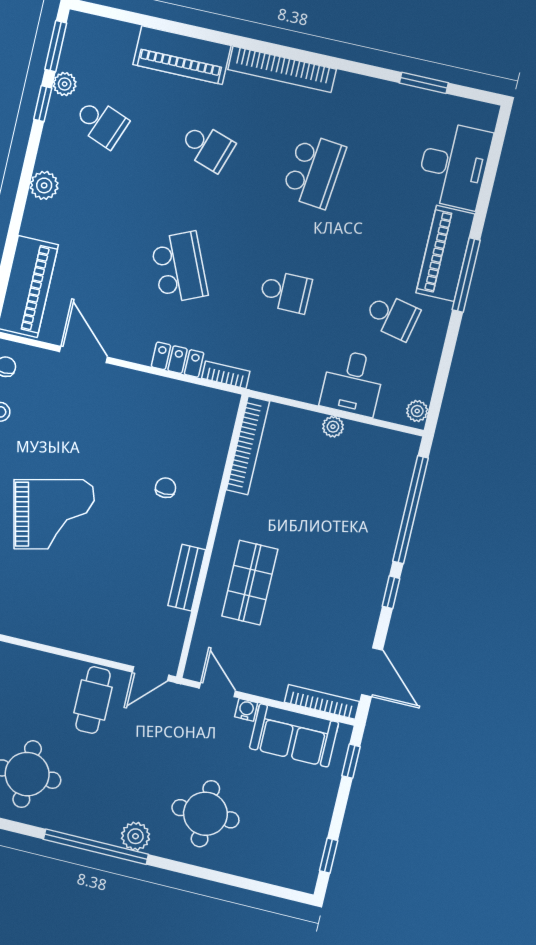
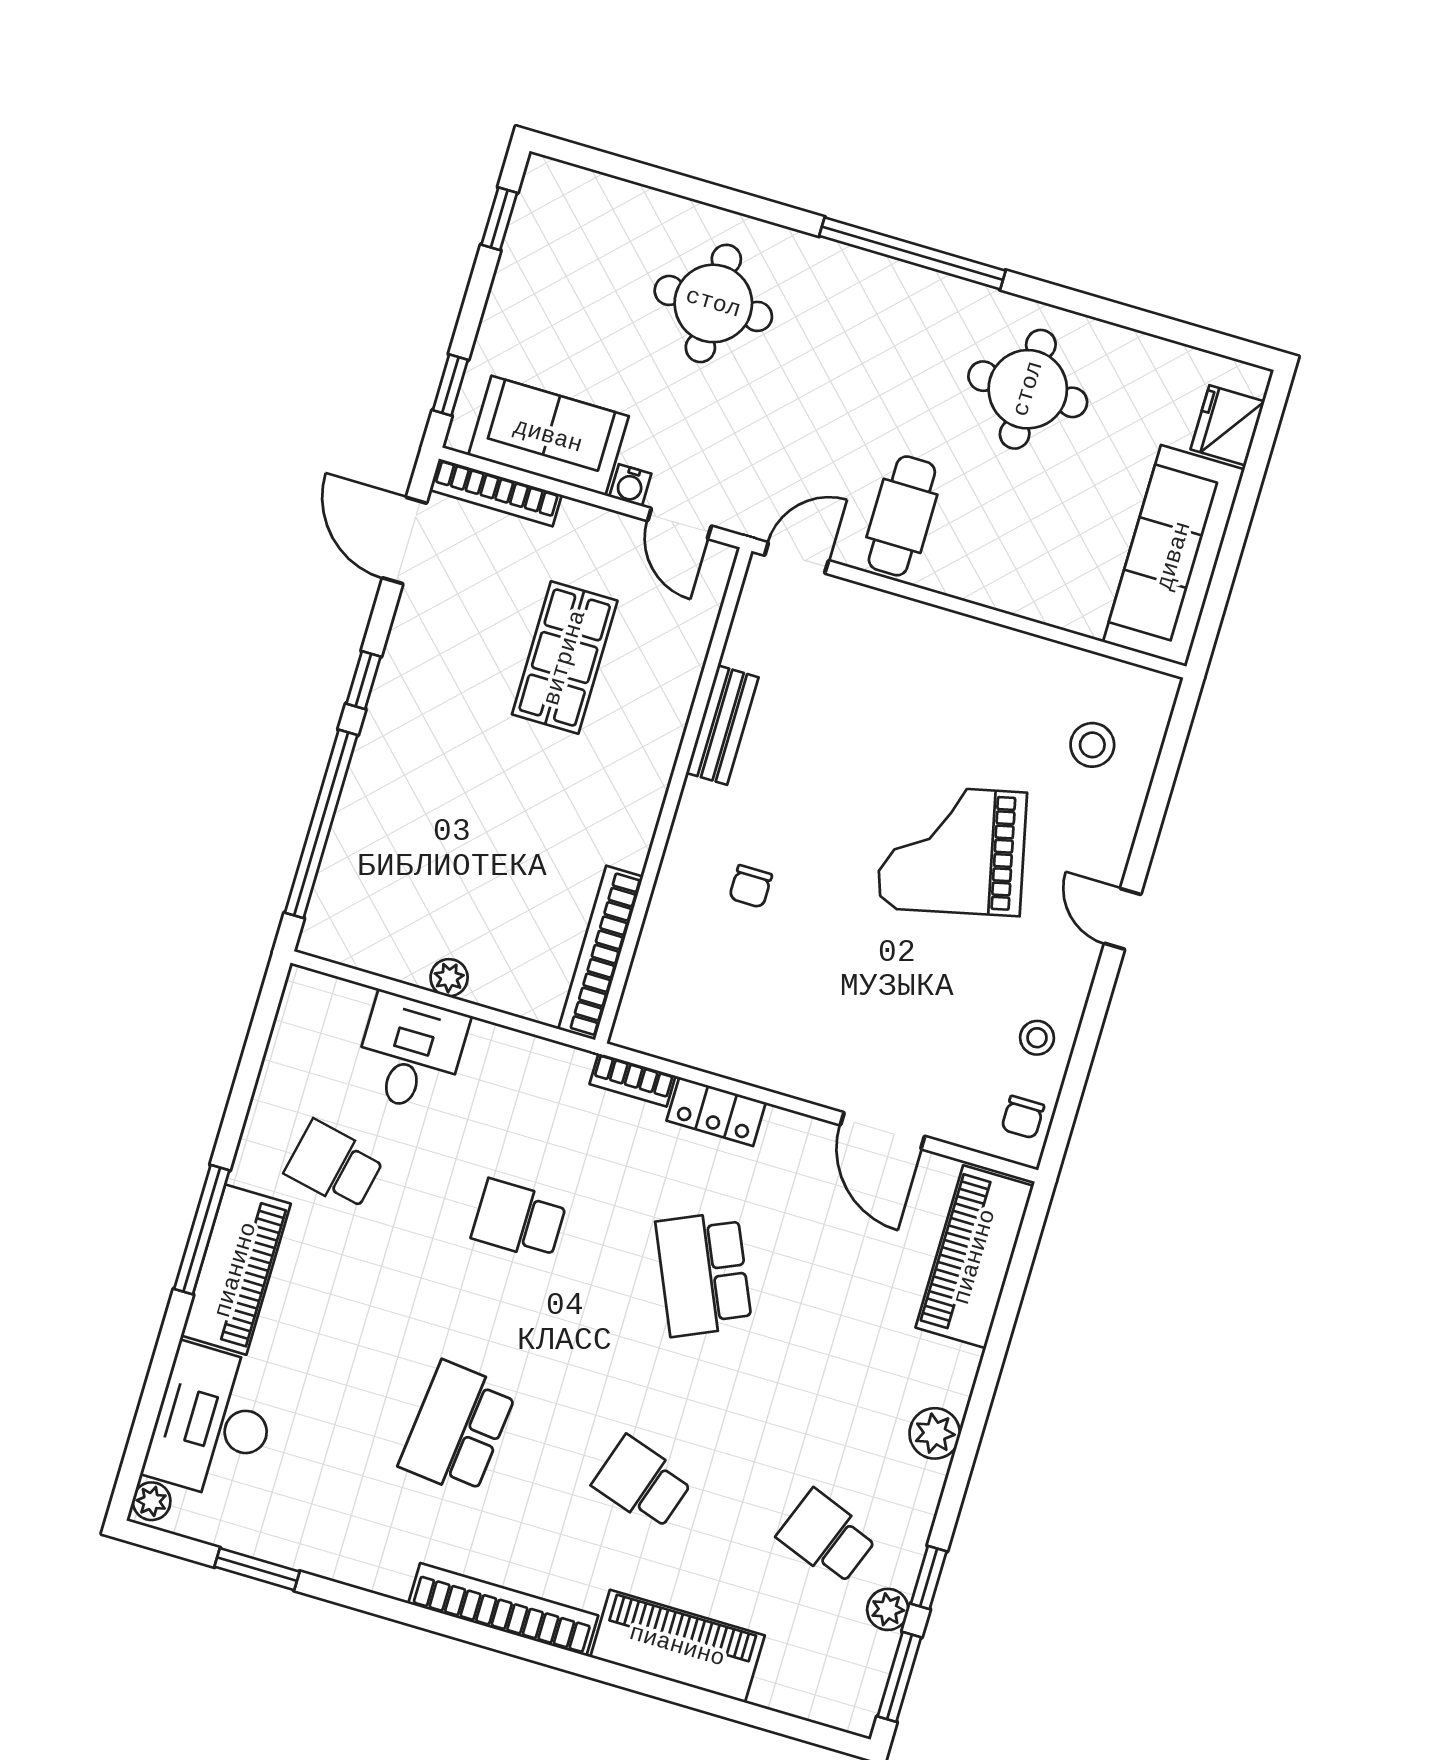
plant: (417, 411) -> (152, 1501), moved
shop shelf: (250, 583) -> (565, 658), moved
plant: (136, 836) -> (840, 269), removed

